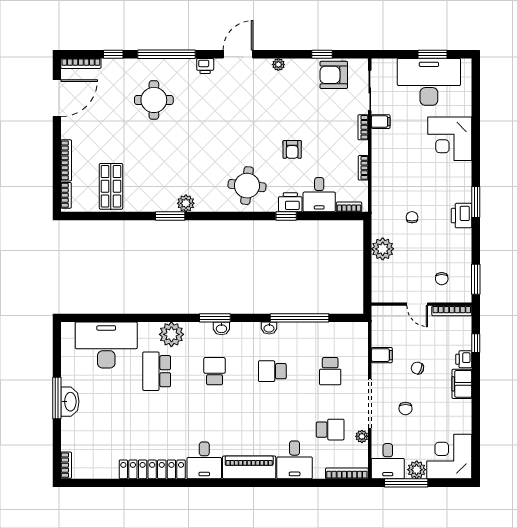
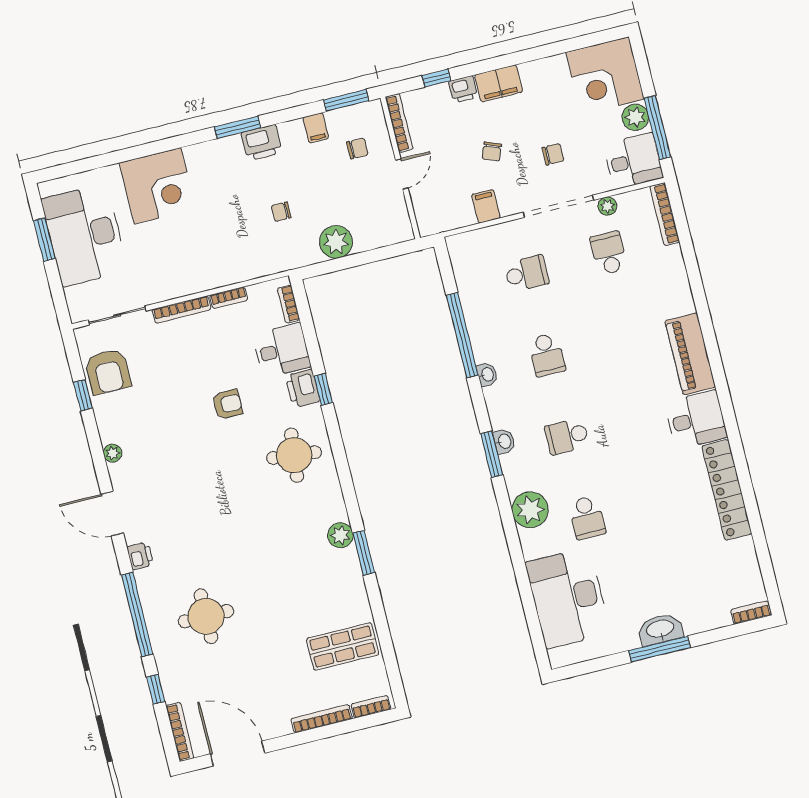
filing cabinet: (381, 122) -> (316, 128), moved, turned 180
bookcase: (363, 127) -> (182, 309), width x1.56
school desk: (157, 371) -> (587, 518), width x0.54
desk: (295, 460) -> (664, 293), removed

